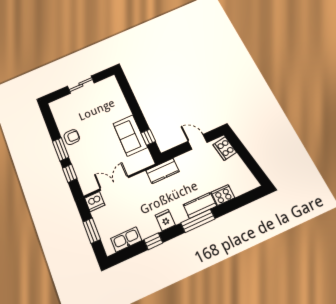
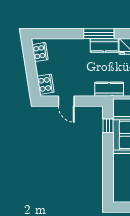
cooker: (223, 195) -> (40, 52), moved, turned -99
kitchen counter: (200, 205) -> (104, 45), moved

